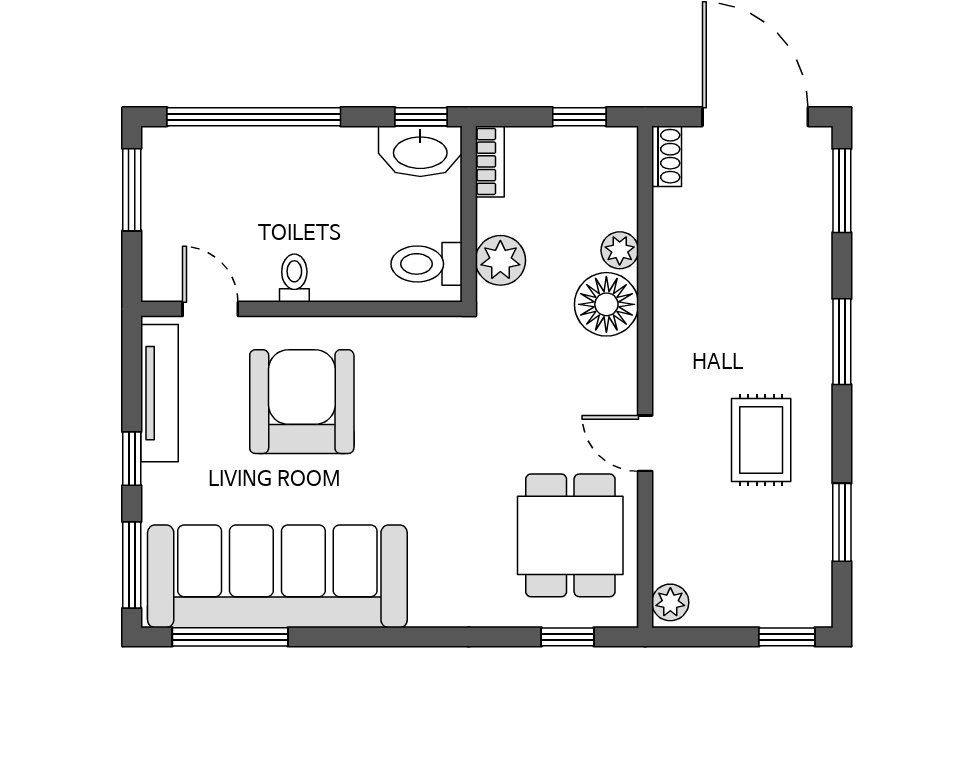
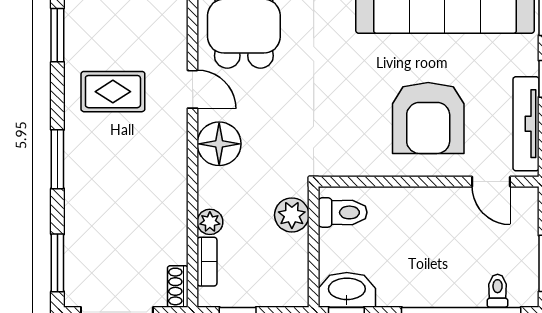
bookcase: (490, 161) -> (207, 262), moved, turned 180
toilet: (294, 278) -> (498, 291), moved, turned 180
floor lamp: (606, 304) -> (219, 144), moved
rug: (761, 440) -> (113, 92), turned 90

